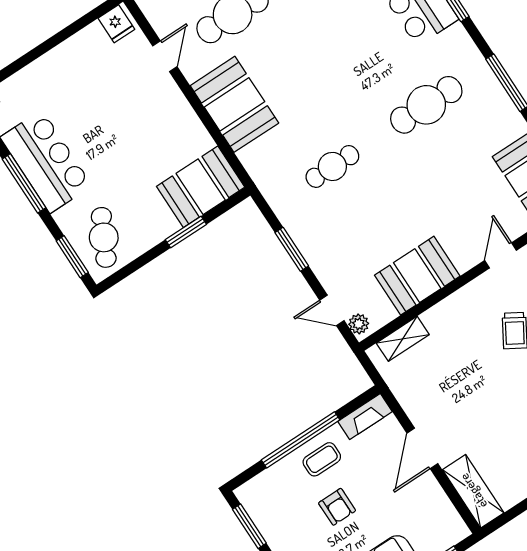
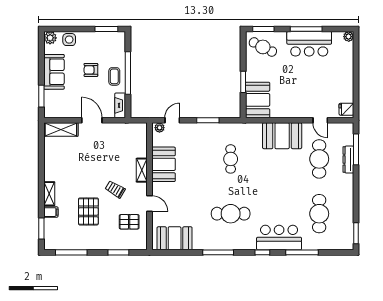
cafe table: (426, 105) -> (231, 214), turned 90
shelving: (403, 339) -> (142, 170), moved

